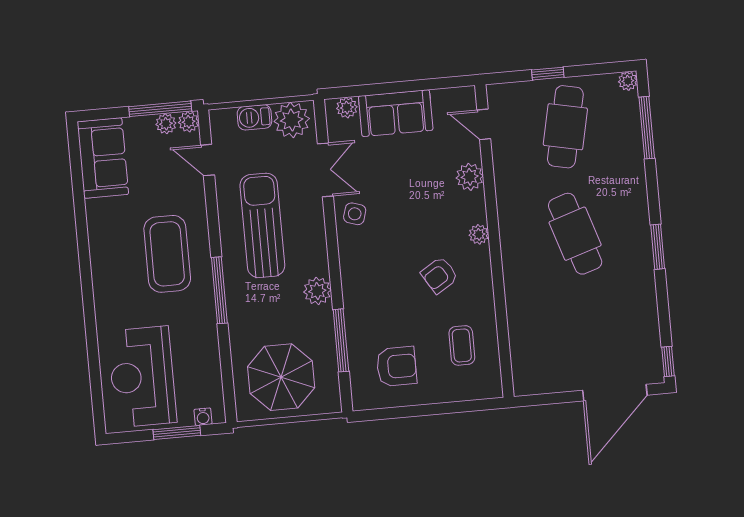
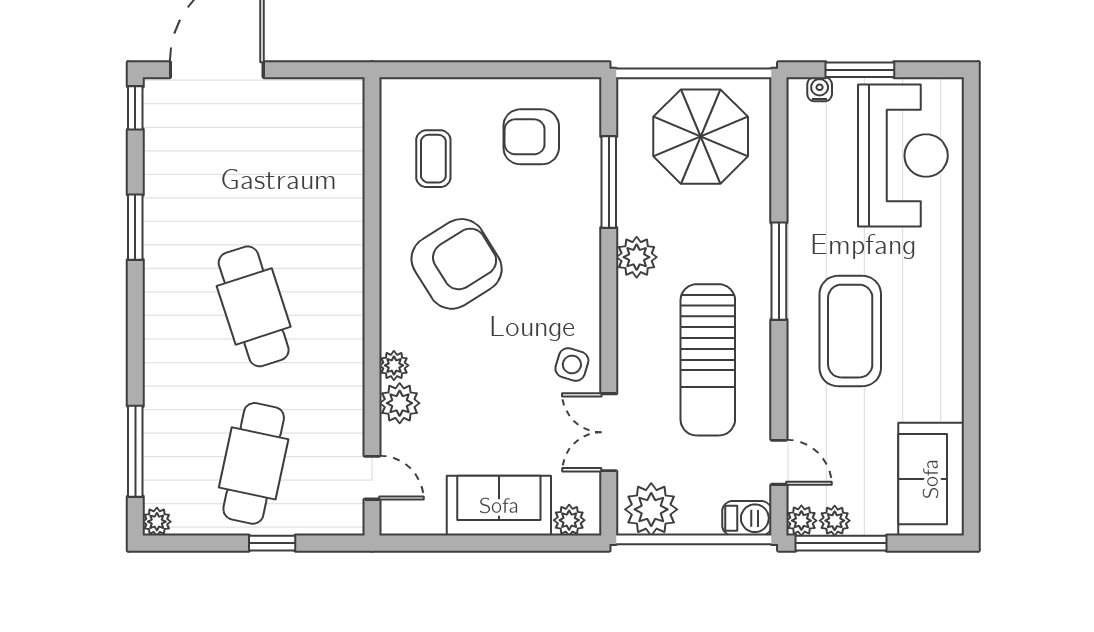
barbecue: (254, 117) -> (747, 518), moved
plant: (479, 234) -> (394, 365), moved
window: (658, 247) -> (135, 227), moved
armchair: (439, 275) -> (457, 264), width x1.88, depth x1.88

